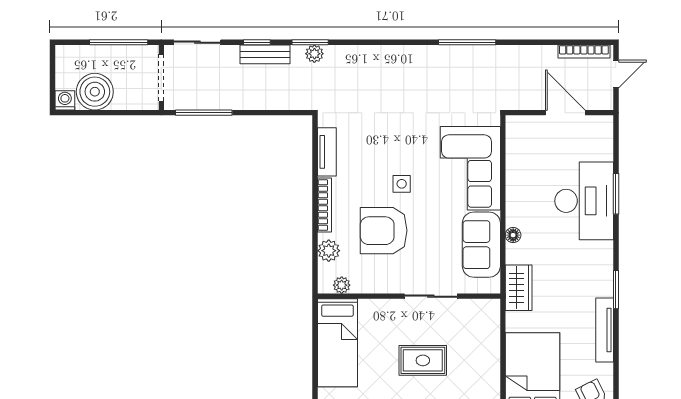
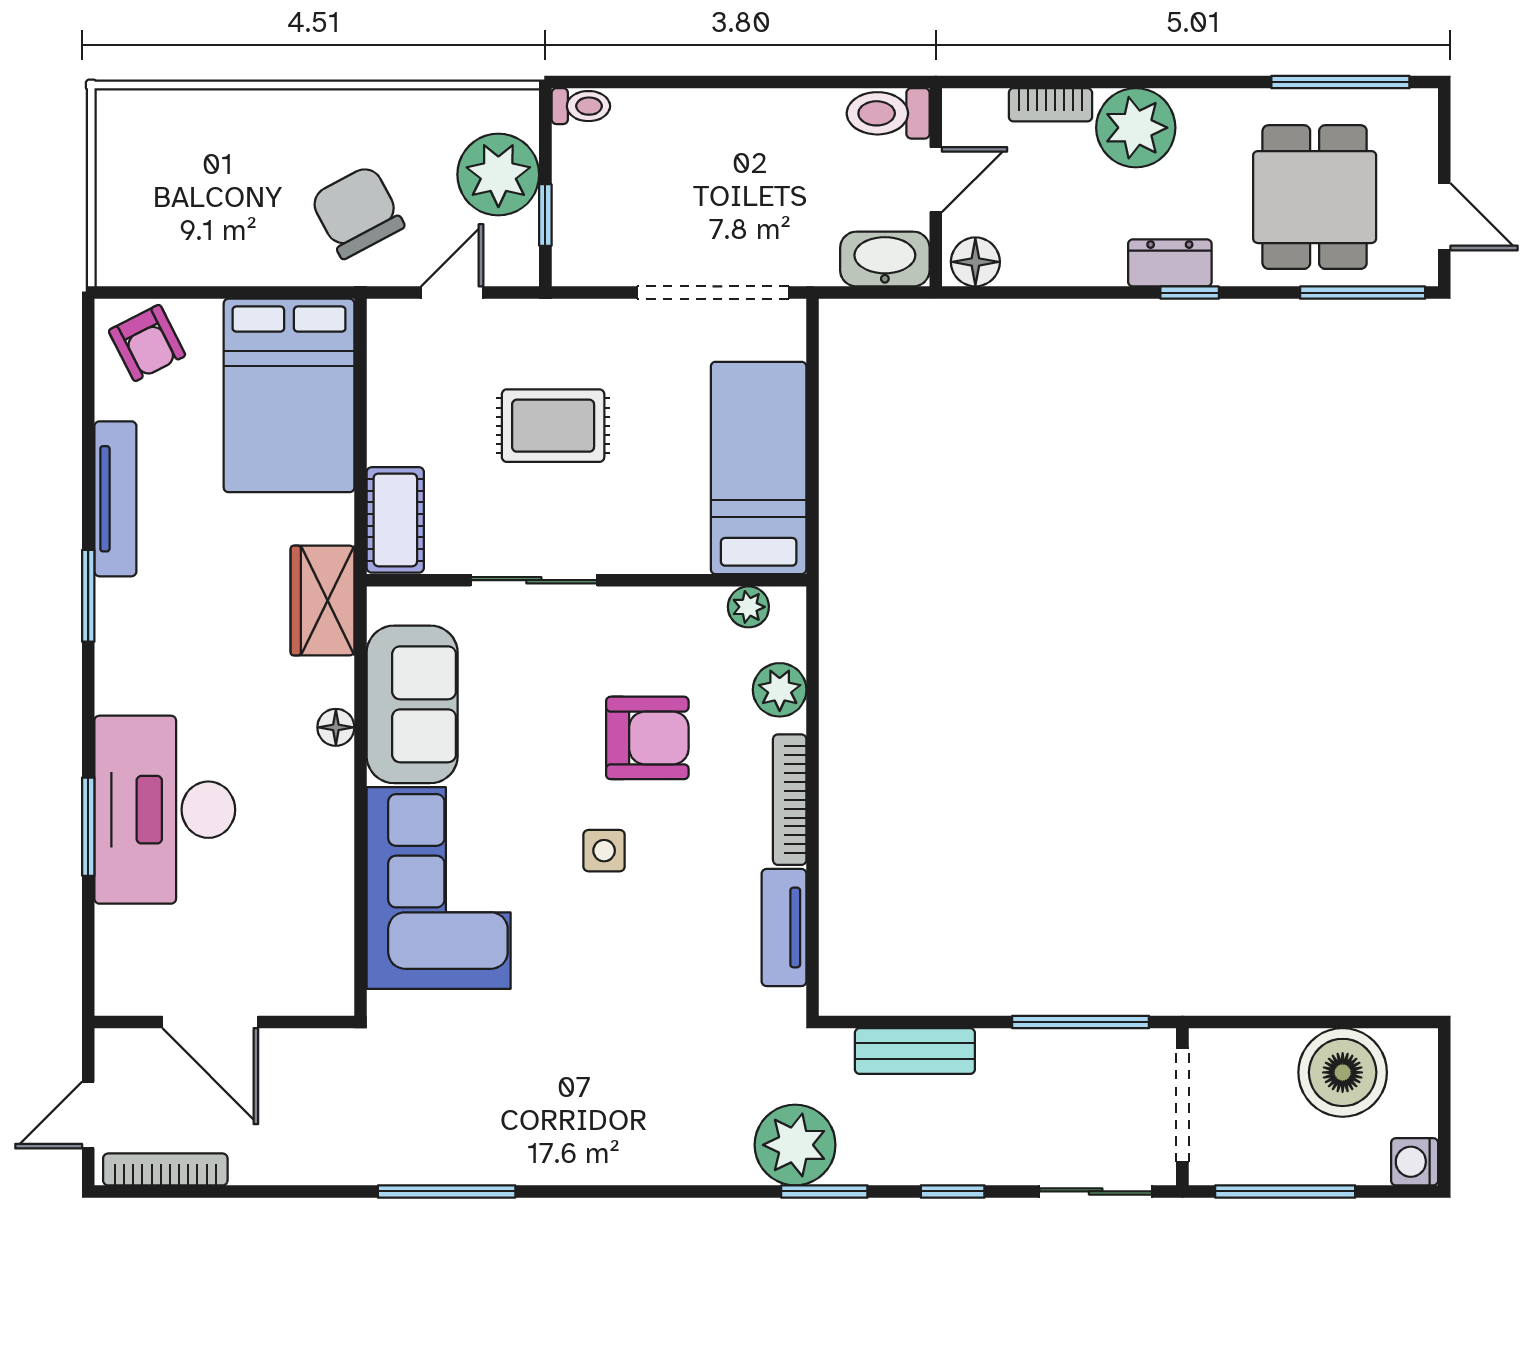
bench: (265, 54) -> (915, 1051), moved
plant: (314, 54) -> (795, 1145), width x1.88, depth x1.88
washing machine: (65, 100) -> (1415, 1162), moved, turned 90
armchair: (384, 231) -> (647, 738), width x0.73, depth x0.73
cot: (488, 321) -> (395, 520), added

